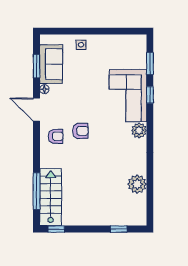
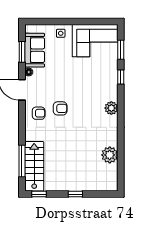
corner sofa: (128, 96) -> (95, 41), moved, turned -90
window: (119, 229) -> (75, 194), moved

